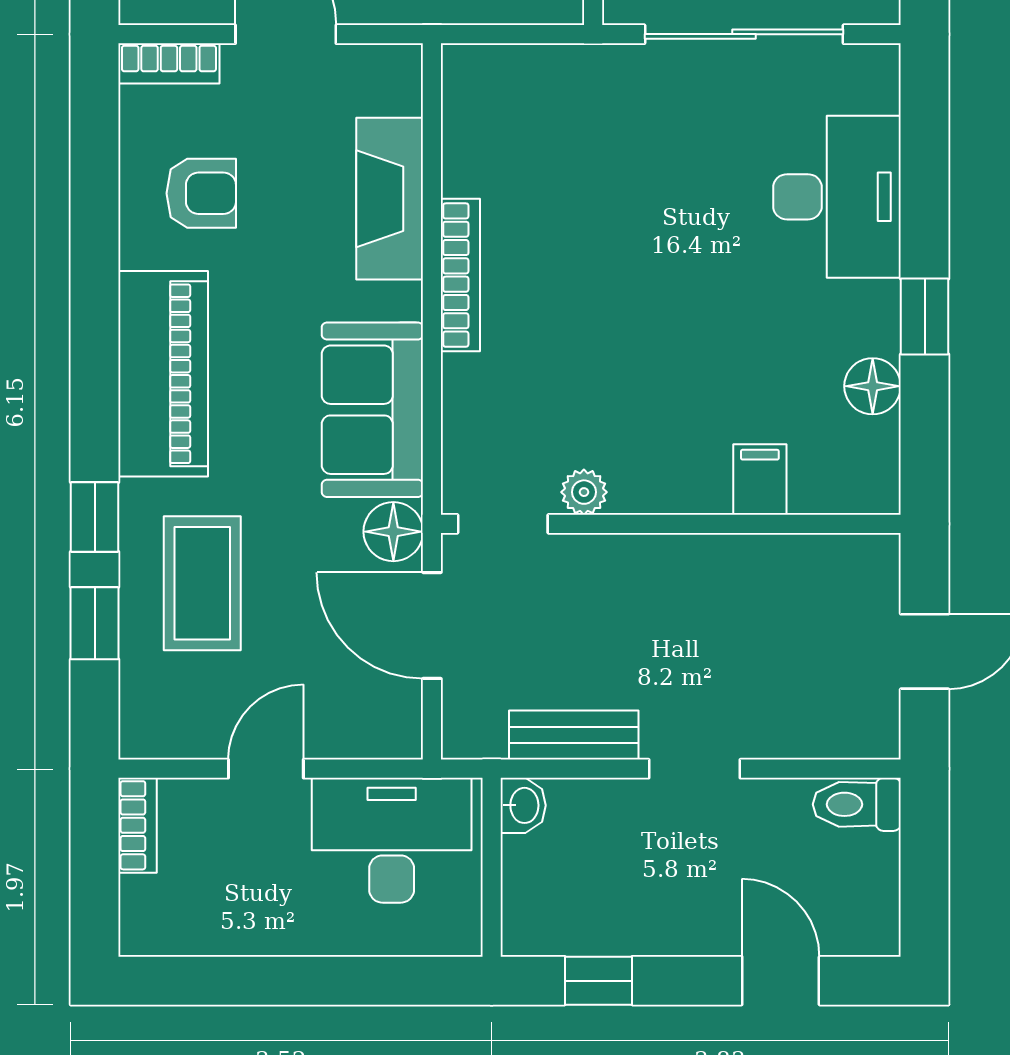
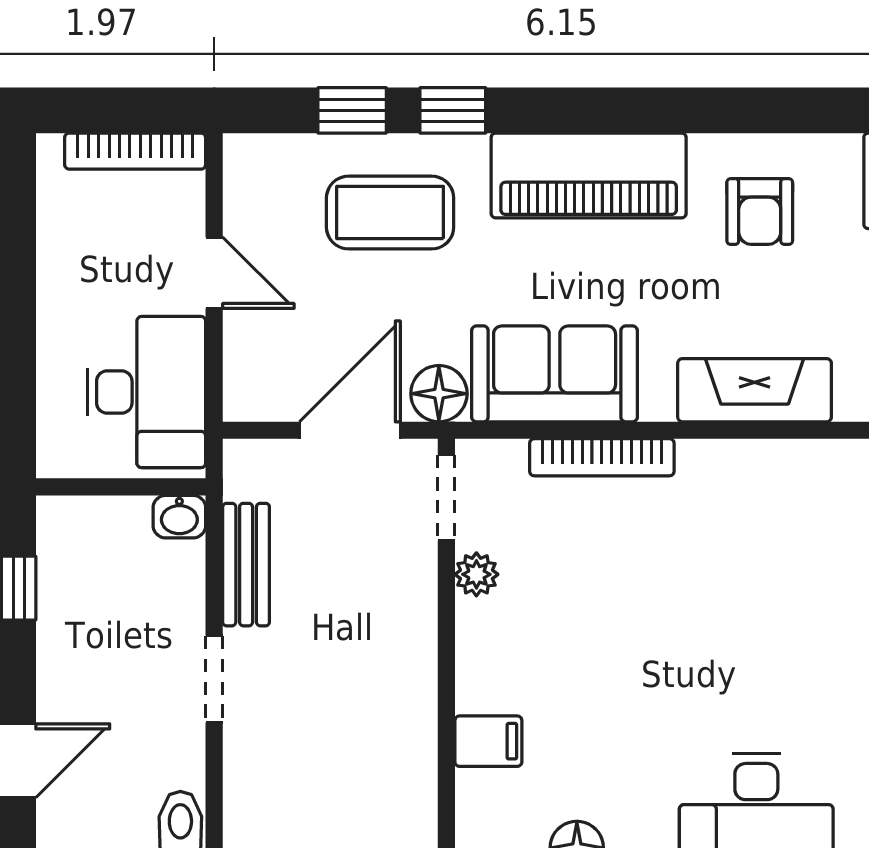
bookcase: (460, 275) -> (602, 457), moved
bookcase: (137, 825) -> (135, 151), width x1.56

